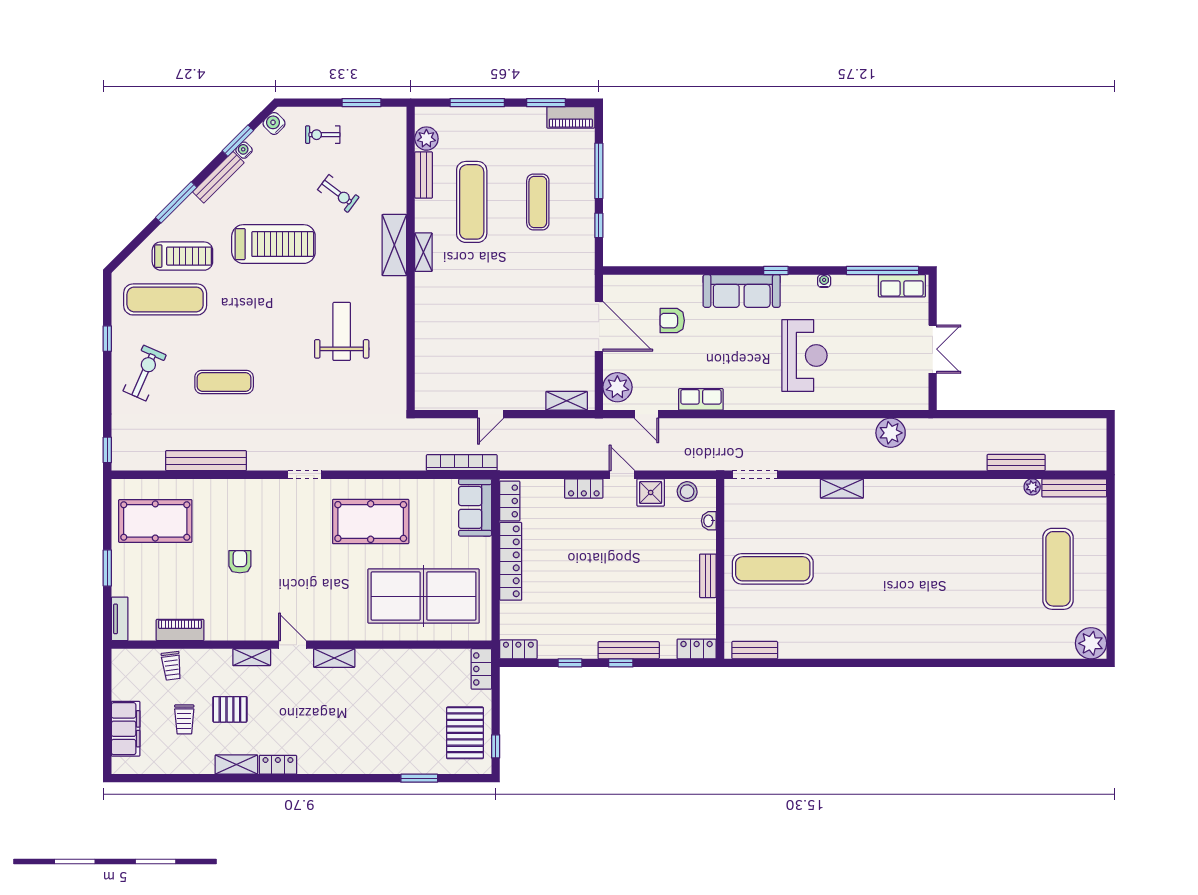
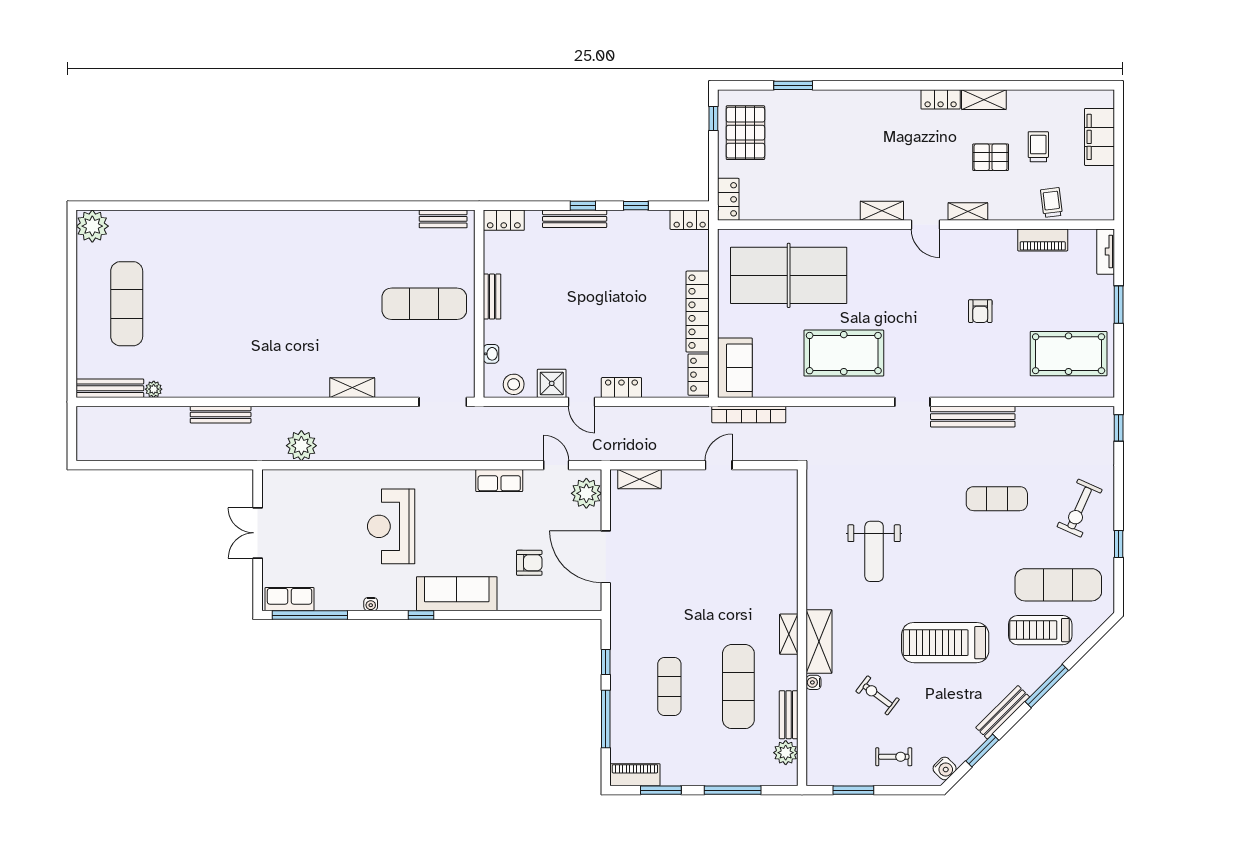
water cooler: (244, 150) -> (814, 682), moved, turned 135
bench: (206, 461) -> (973, 417), moved
bench: (1016, 463) -> (221, 415), moved

